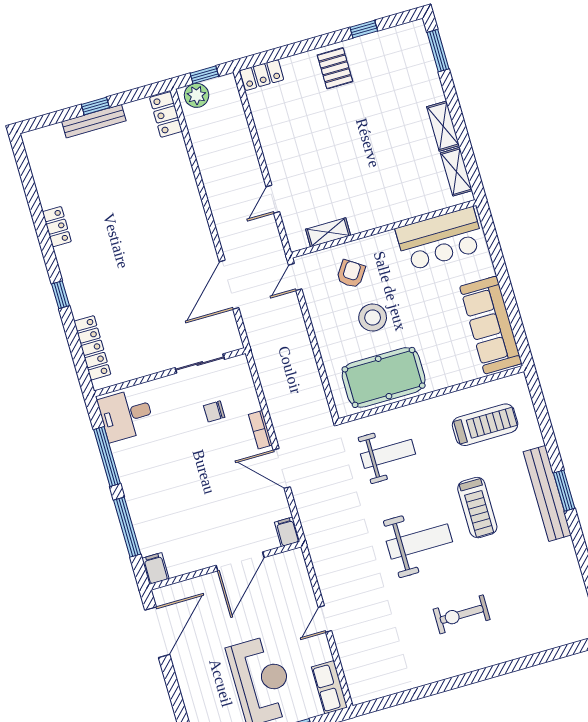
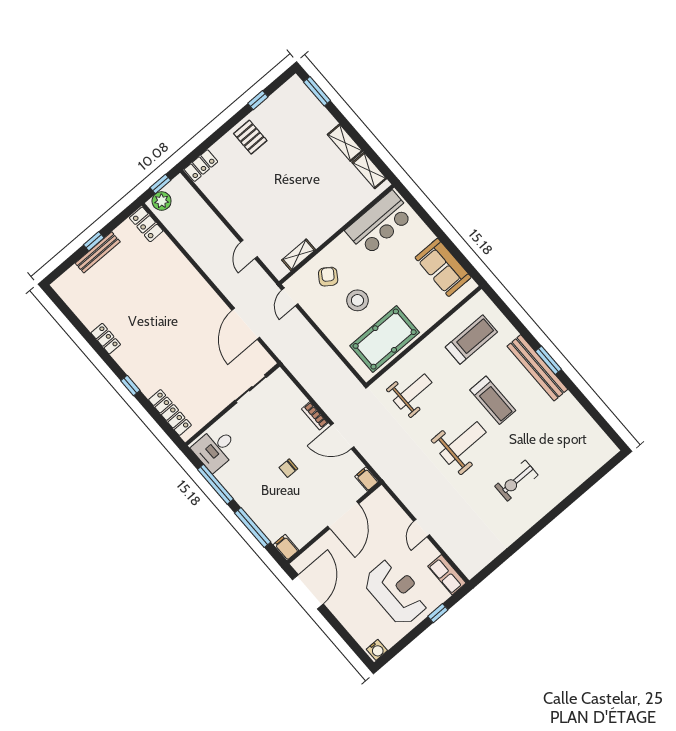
sofa: (491, 325) -> (443, 267), width x0.73
chair: (214, 411) -> (288, 468), moved

